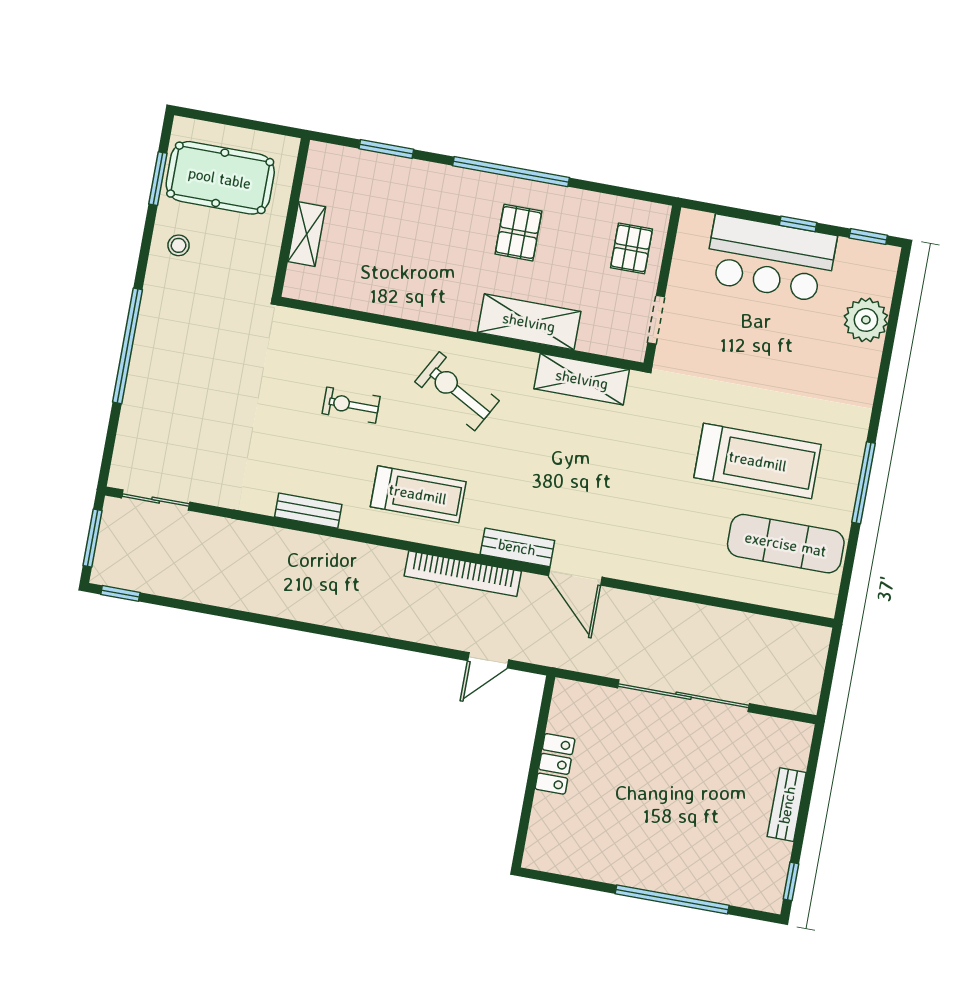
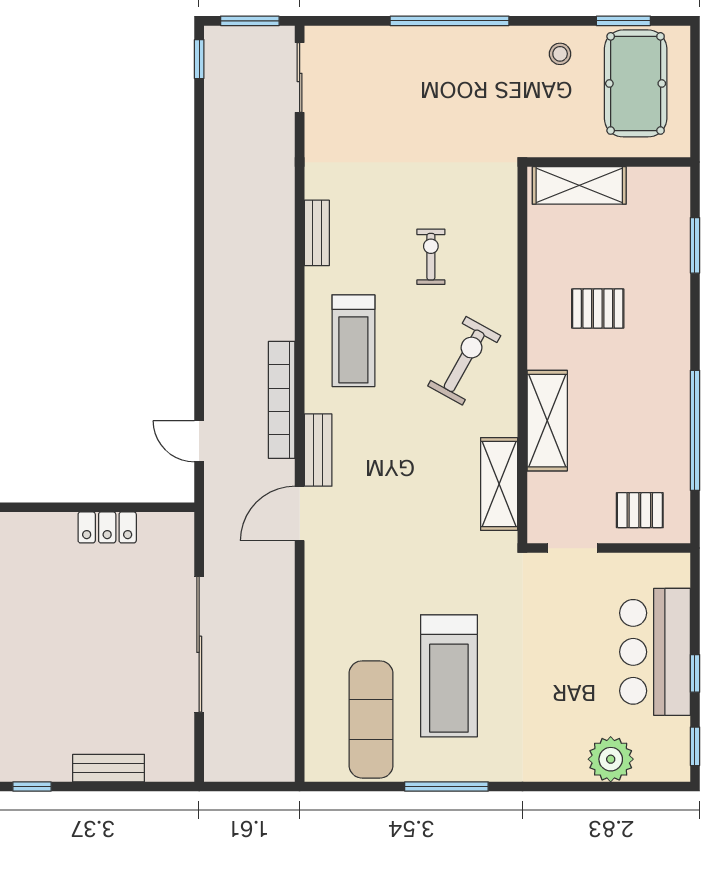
window: (511, 172) -> (695, 430), moved
pallet: (518, 233) -> (598, 309), moved
shelving: (307, 234) -> (579, 185), width x1.50, depth x1.33

